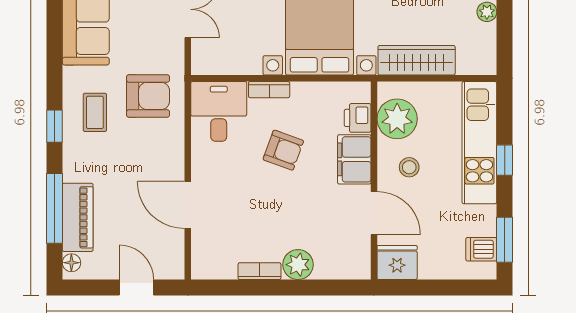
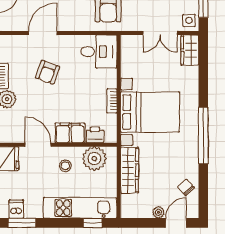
bookcase: (269, 90) -> (112, 101), moved
armchair: (283, 150) -> (48, 72), moved
window: (505, 160) -> (93, 223), moved
door: (374, 213) -> (38, 145), swing flipped

